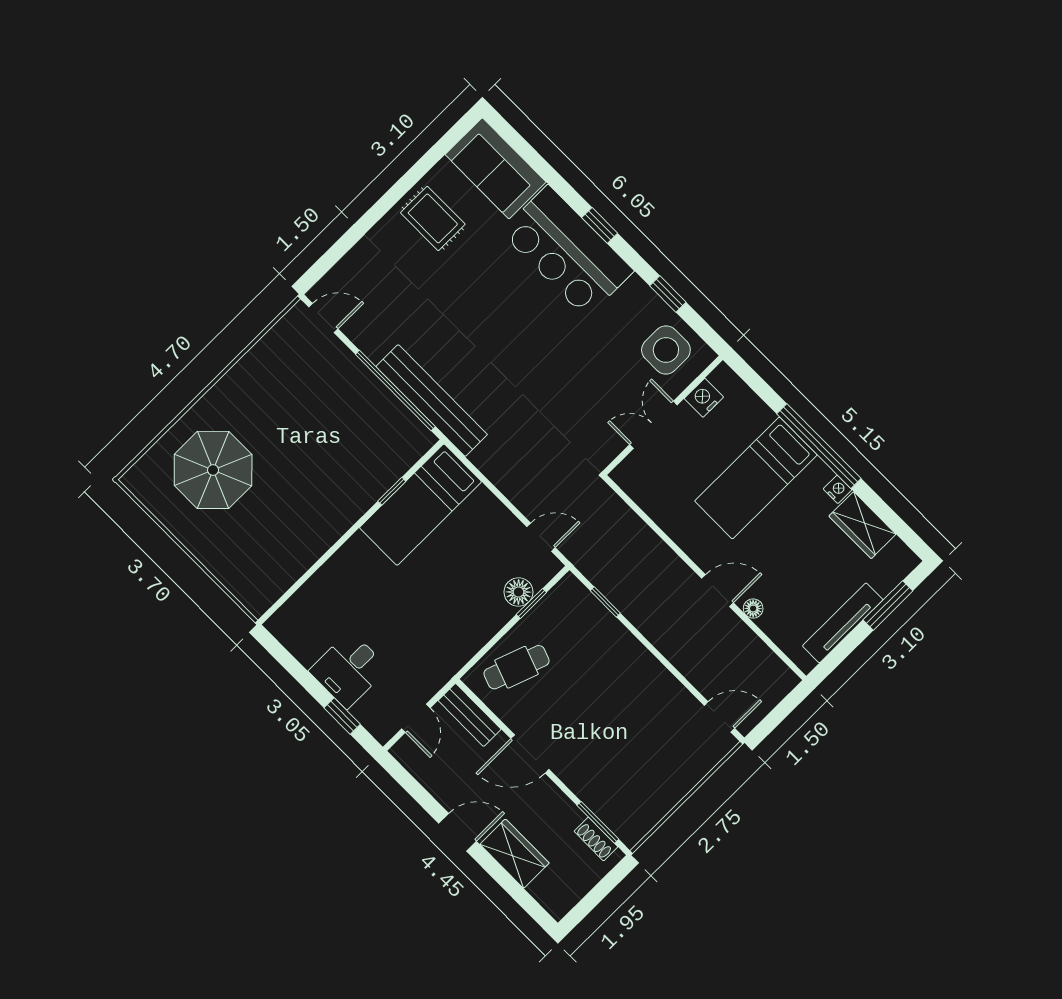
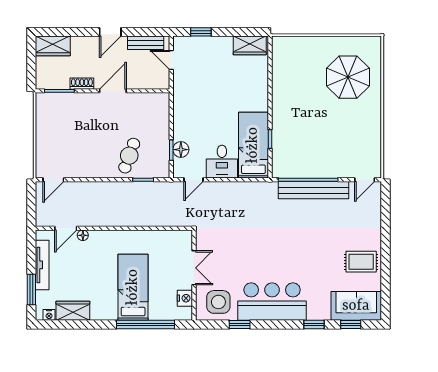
window: (526, 152) -> (351, 325), added
window: (600, 225) -> (314, 325), moved
bar counter: (567, 251) -> (272, 302), moved
bench: (432, 401) -> (314, 190), moved
window: (819, 446) -> (146, 325), moved
nightstand: (837, 489) -> (49, 315), moved
door: (718, 591) -> (66, 228), moved
wardrobe: (297, 636) -> (250, 45), added
cafe table: (517, 667) -> (129, 156), moved
desk: (349, 670) -> (222, 162), moved, turned 180
bench: (470, 715) -> (146, 43), moved
shoe rack: (596, 839) -> (82, 84), moved
wardrobe: (515, 854) -> (53, 46), moved

